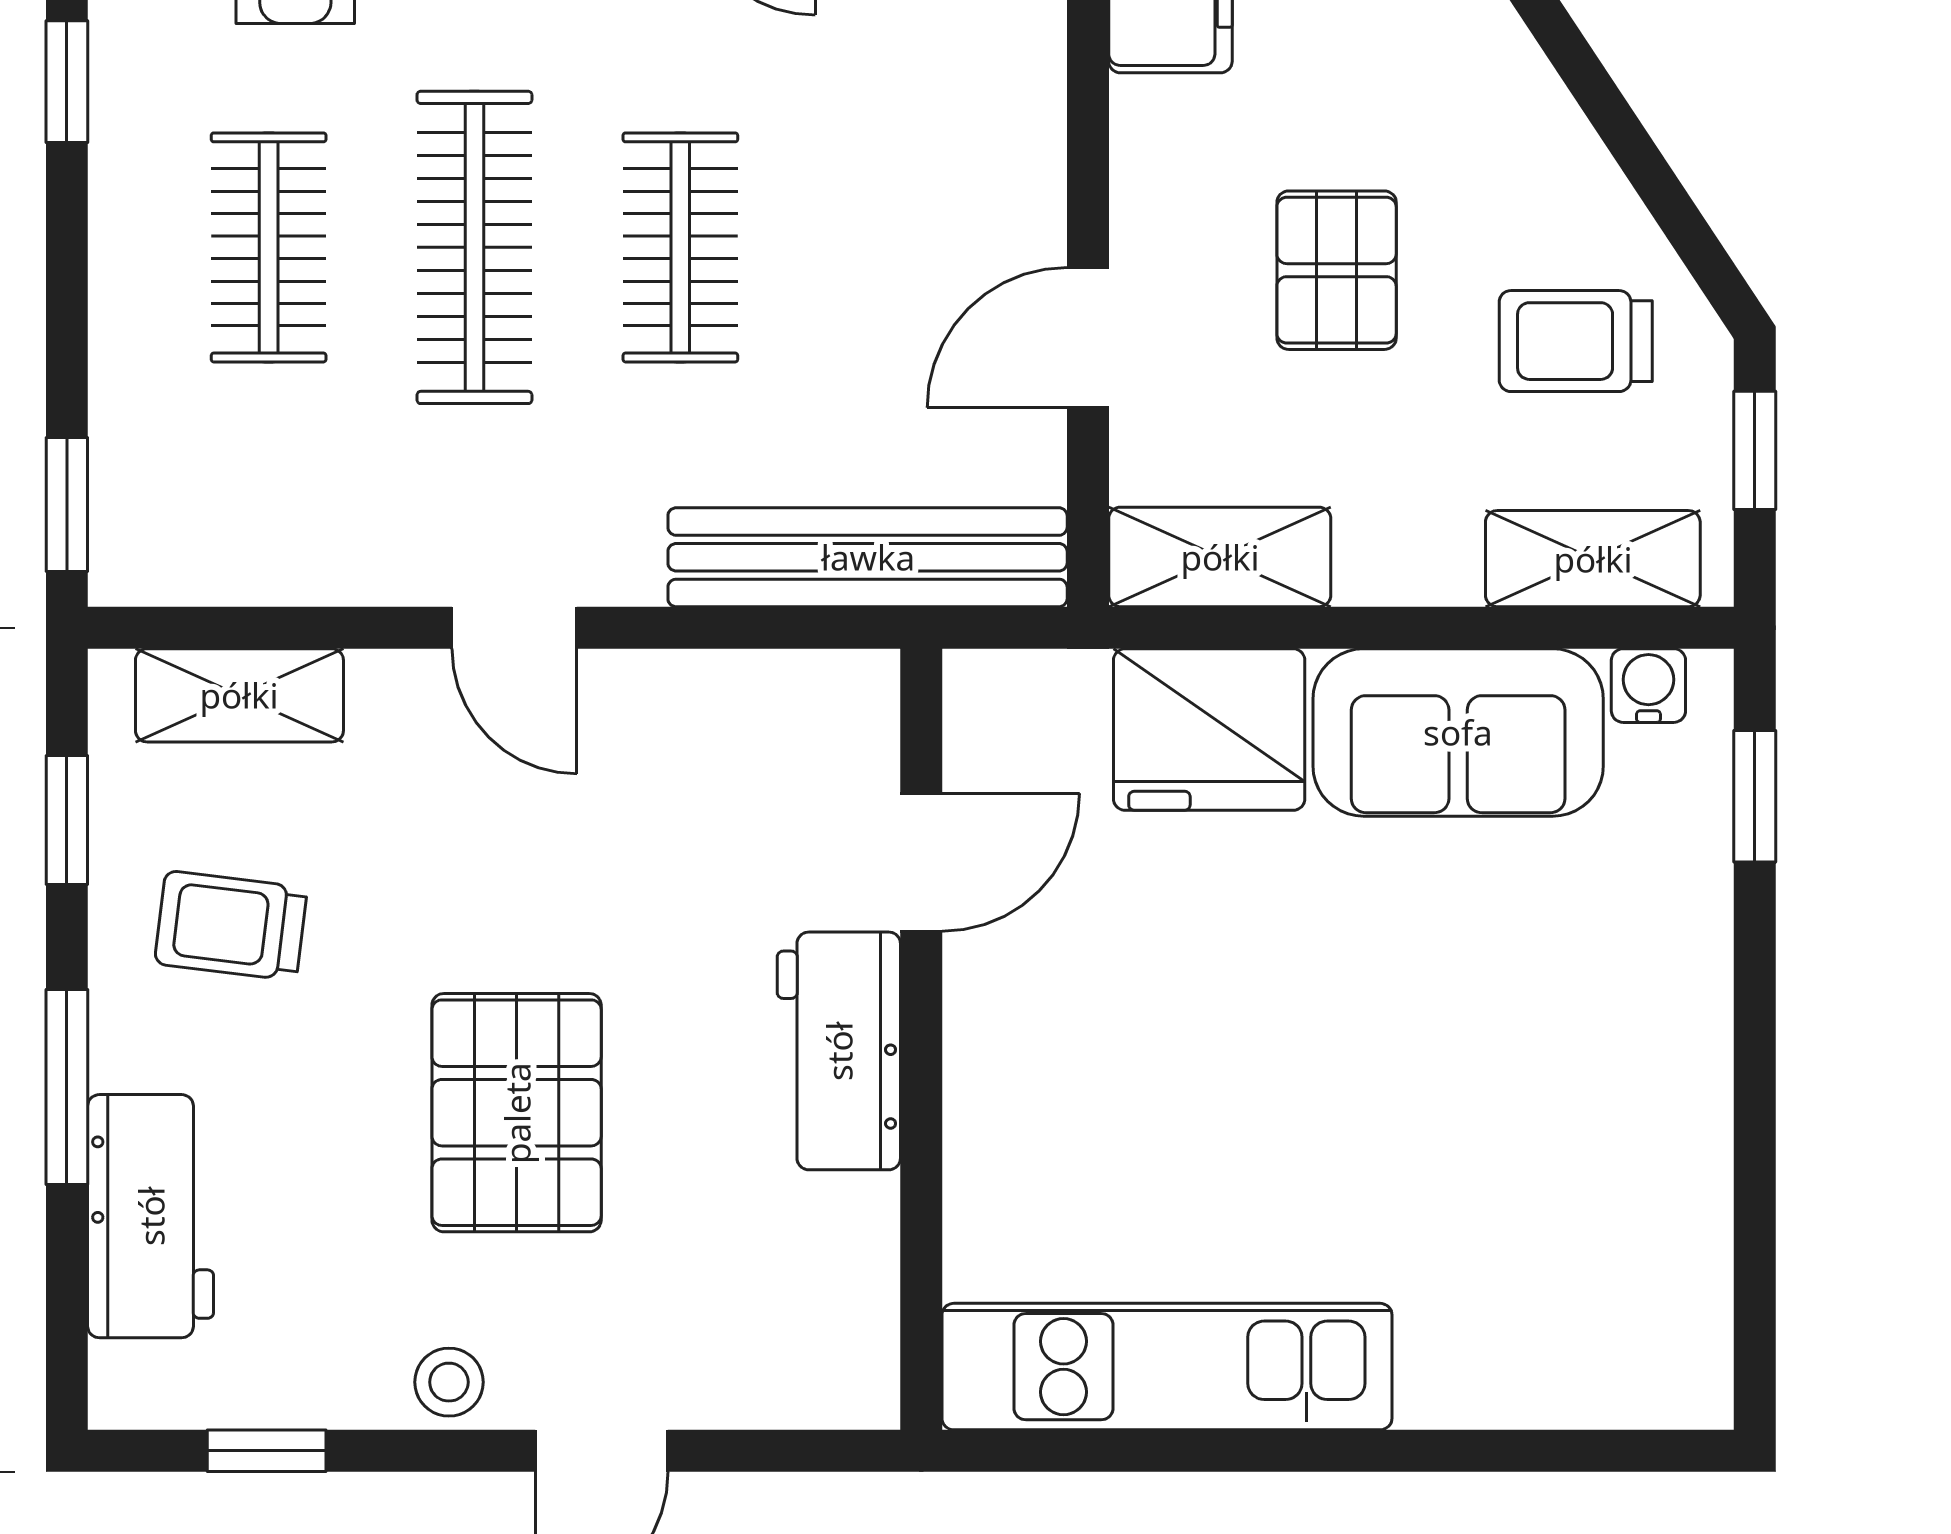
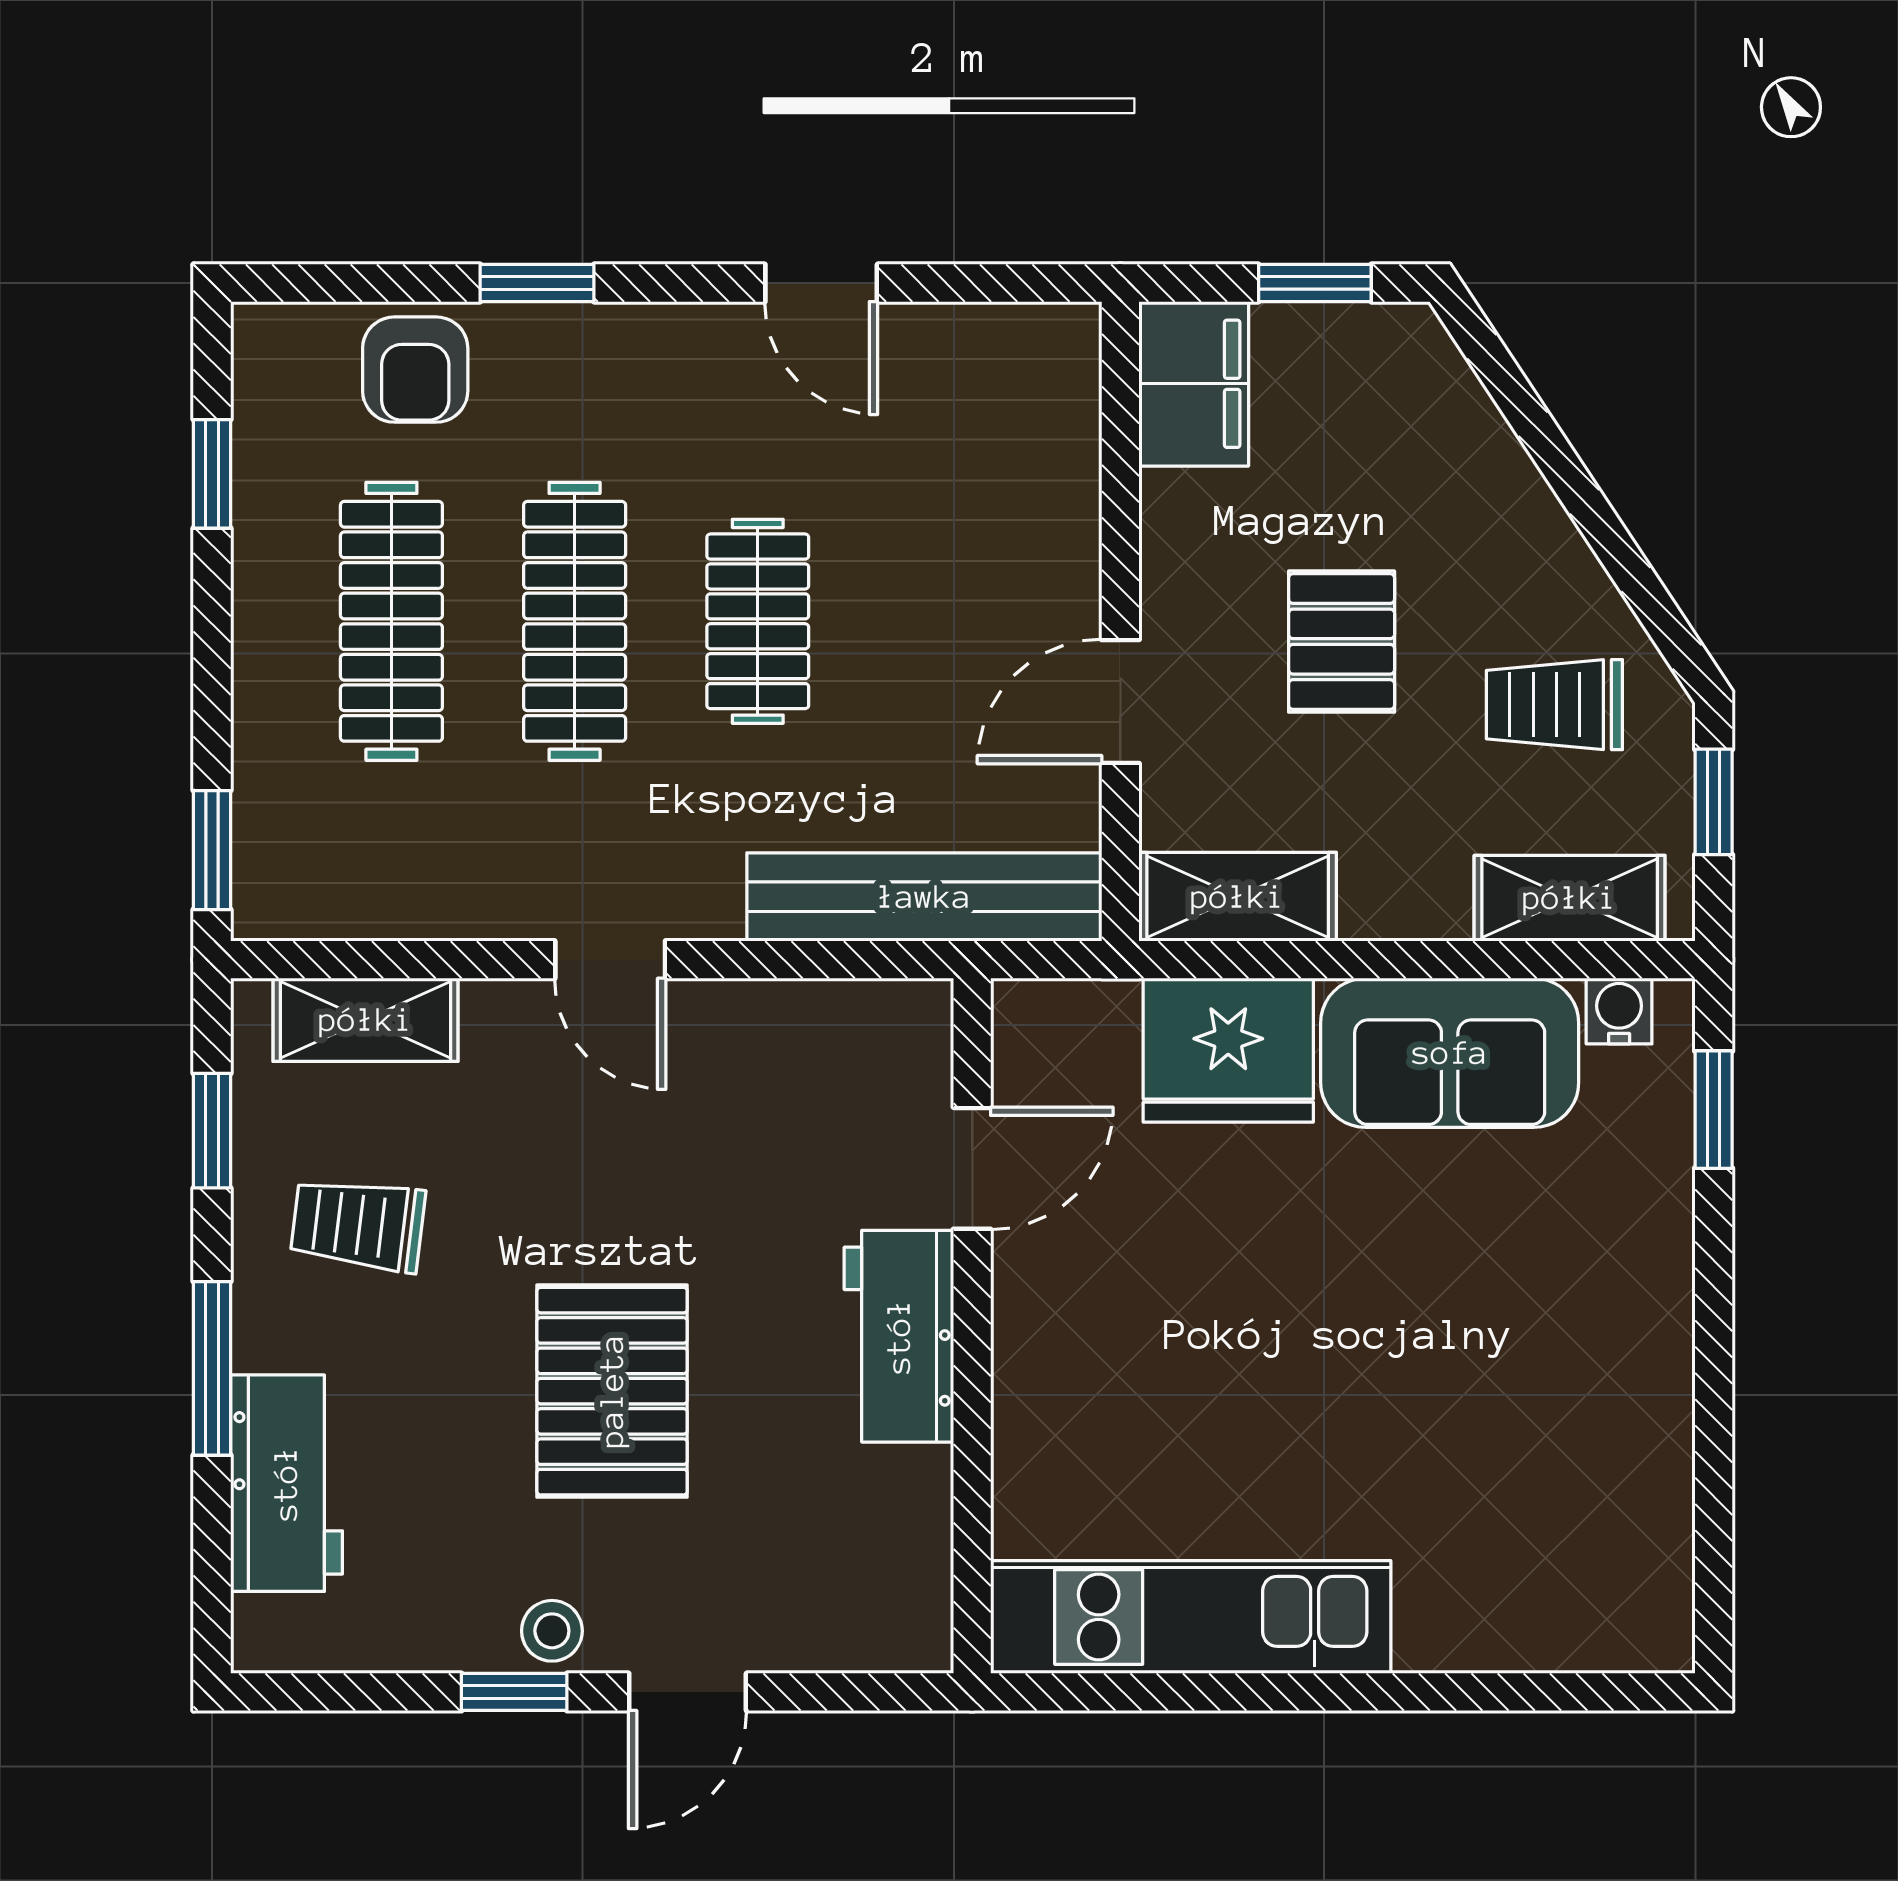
clothes rail: (269, 247) -> (391, 621), width x1.36
window: (267, 1451) -> (514, 1692), moved

